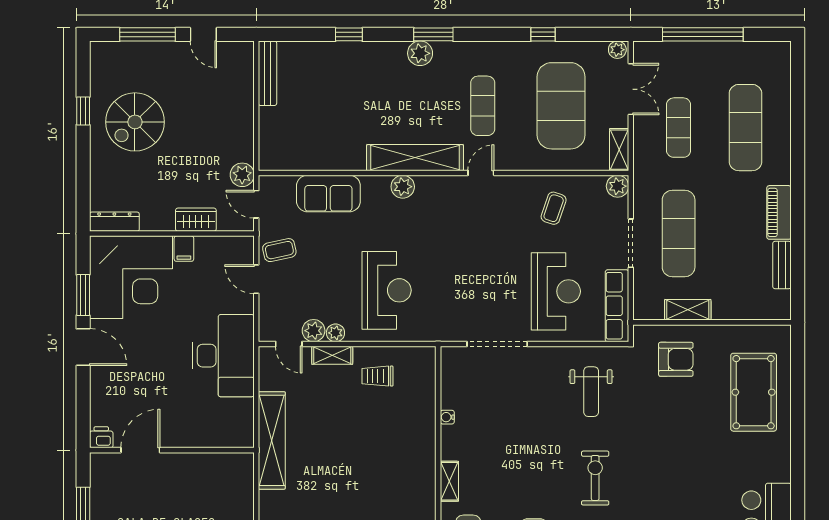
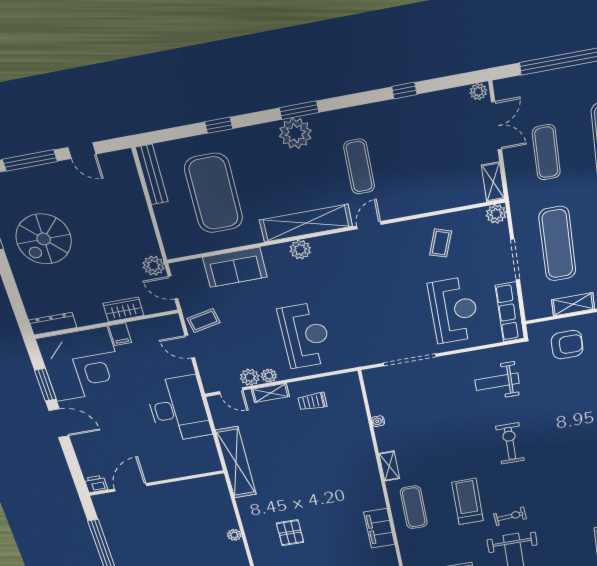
plant: (420, 53) -> (295, 133), width x1.36, depth x1.36
exercise mat: (561, 106) -> (214, 193), moved
weight bench: (591, 392) -> (497, 382), turned 90

